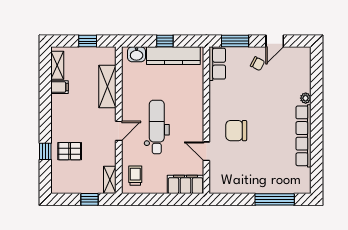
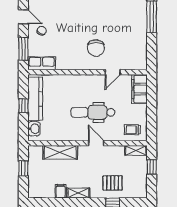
shelving: (57, 65) -> (78, 193), moved
pallet: (70, 151) -> (113, 183), turned 90

